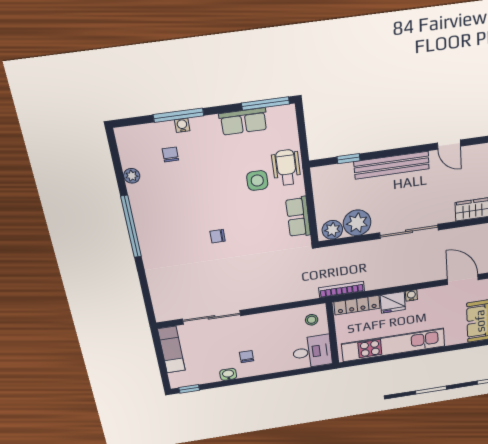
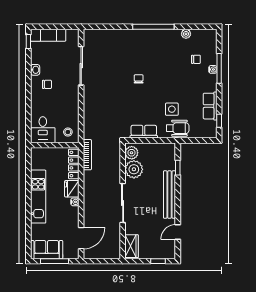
window: (266, 104) -> (219, 121), width x0.46
kitchen unit: (393, 345) -> (38, 197), width x0.73
exam couch: (171, 350) -> (48, 35), moved

